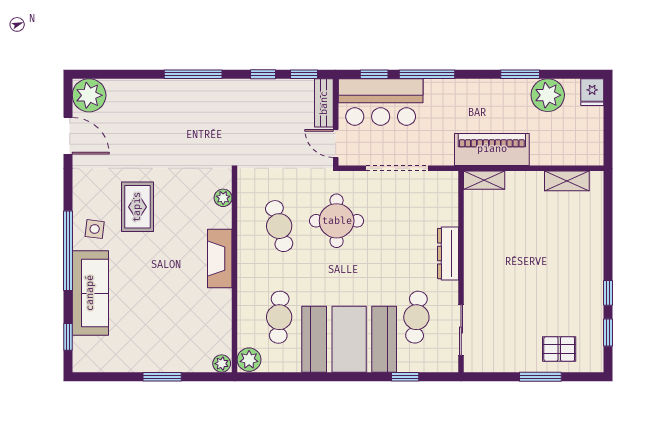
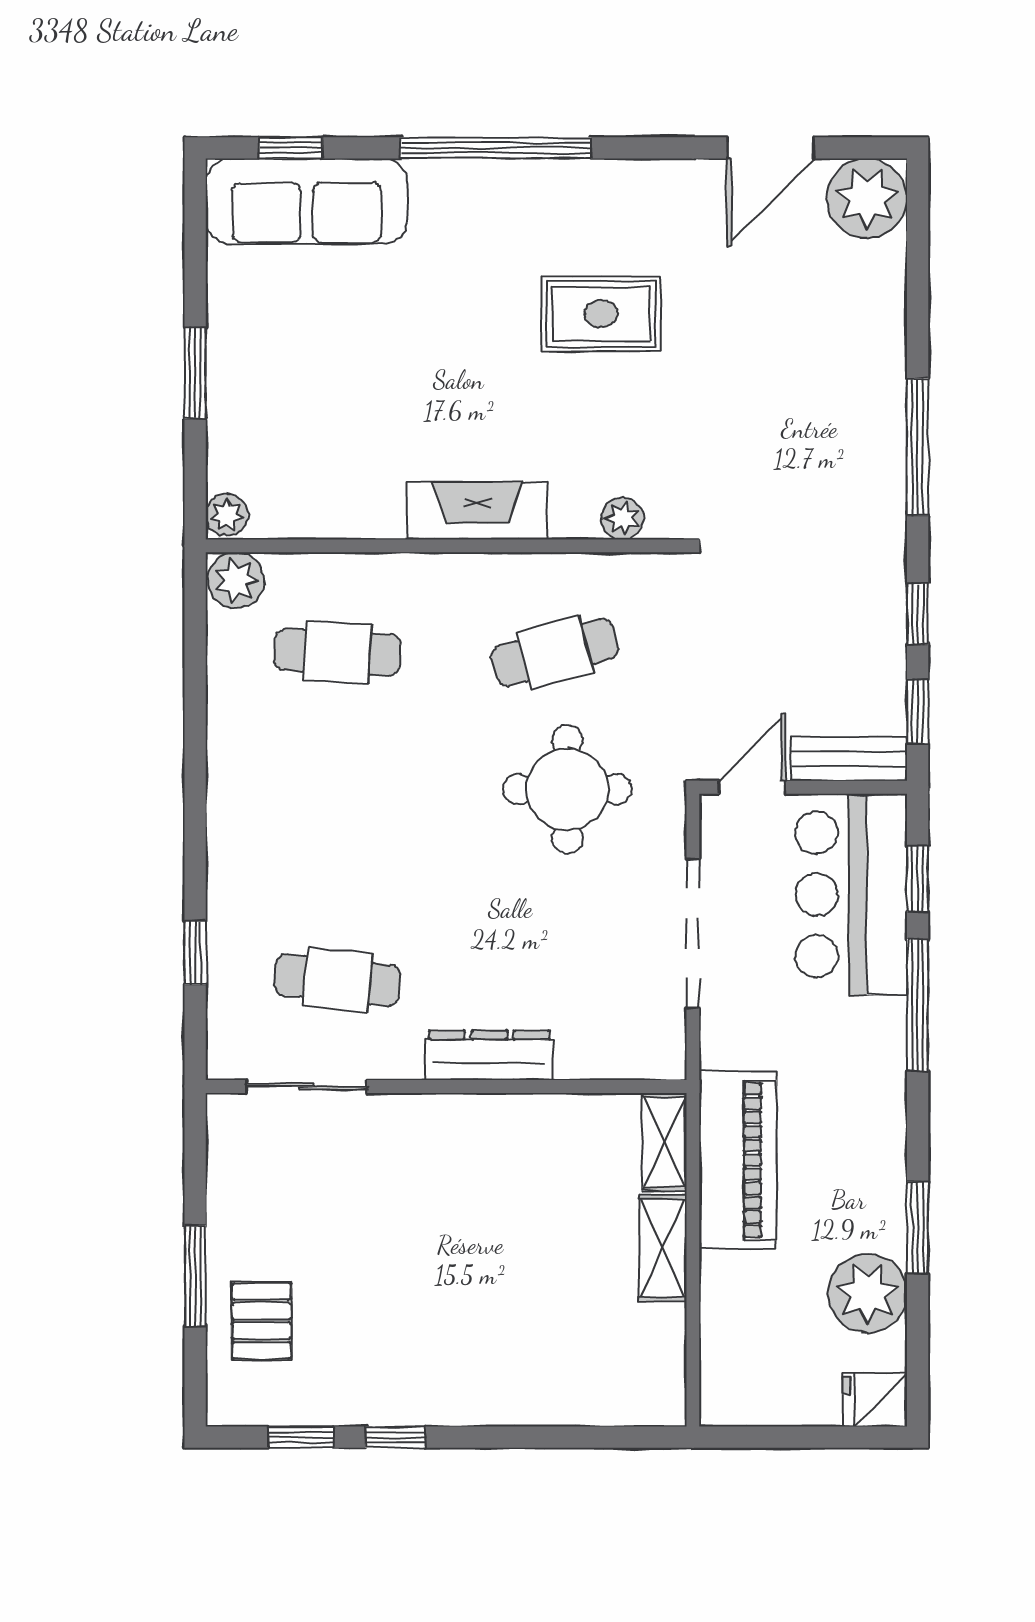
shelving: (567, 181) -> (663, 1248), moved
side table: (95, 229) -> (548, 212), removed
sofa: (90, 293) -> (307, 201), moved
booth: (349, 339) -> (285, 819), removed

